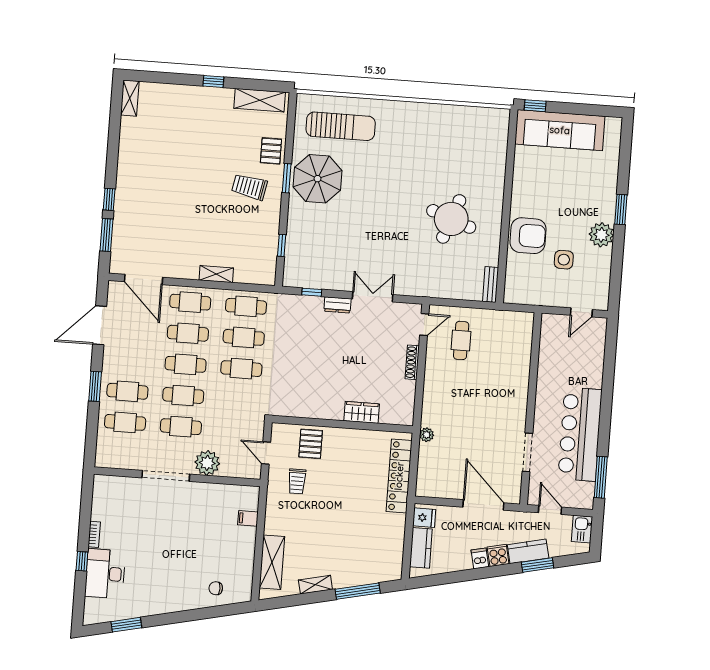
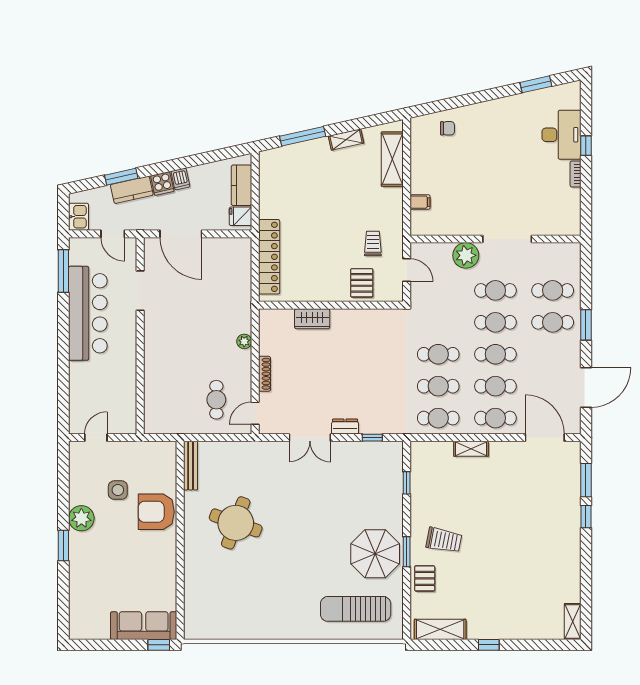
sofa: (560, 130) -> (144, 626), width x0.74, depth x0.79
bench: (491, 285) -> (191, 466), width x1.36
plant: (427, 435) -> (244, 341), moved

